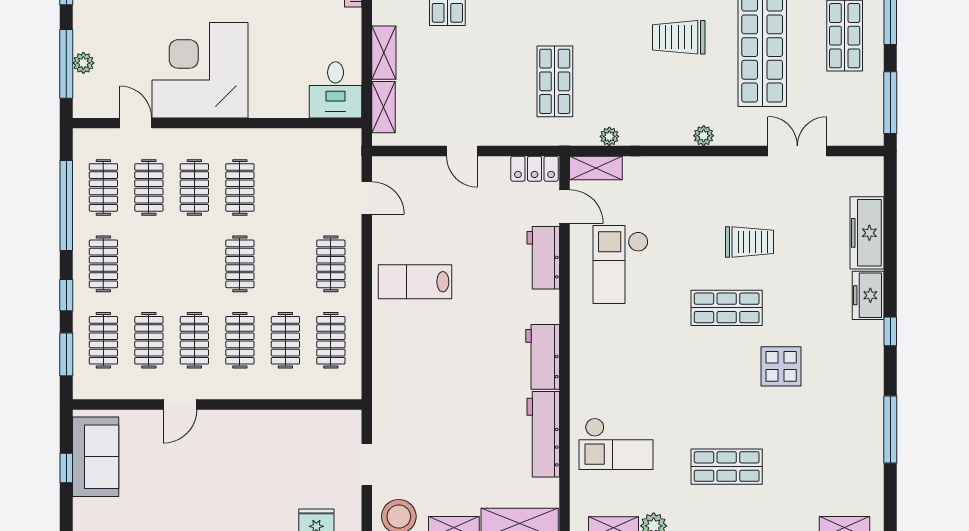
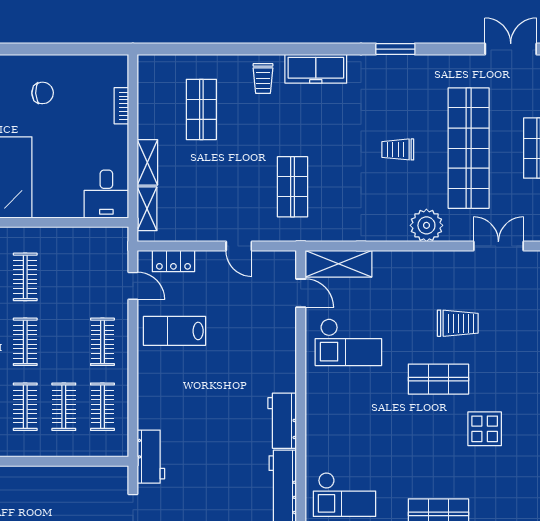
trolley: (679, 37) -> (398, 149), width x0.73, depth x0.72
plant: (609, 136) -> (339, 234), removed
plant: (704, 136) -> (426, 225), width x1.87, depth x1.87
door: (462, 151) -> (239, 246), moved
shelving: (596, 168) -> (339, 264), width x1.50, depth x1.33
locker: (535, 169) -> (173, 261), moved
workbench: (543, 258) -> (151, 457), moved, turned 180
checkout: (621, 264) -> (348, 342), turned -90
lab bench: (415, 282) -> (174, 331), moved

